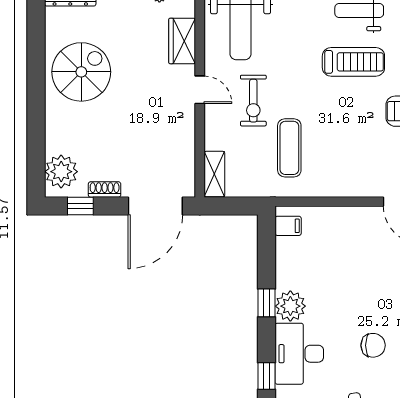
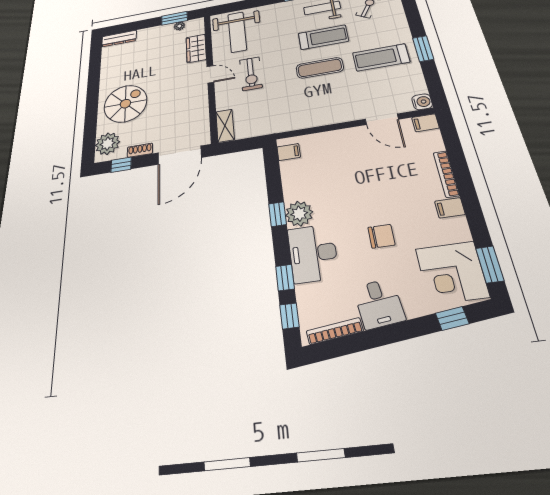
spiral stairs: (81, 72) -> (125, 104), moved
exercise mat: (289, 148) -> (320, 68), moved, turned 90

